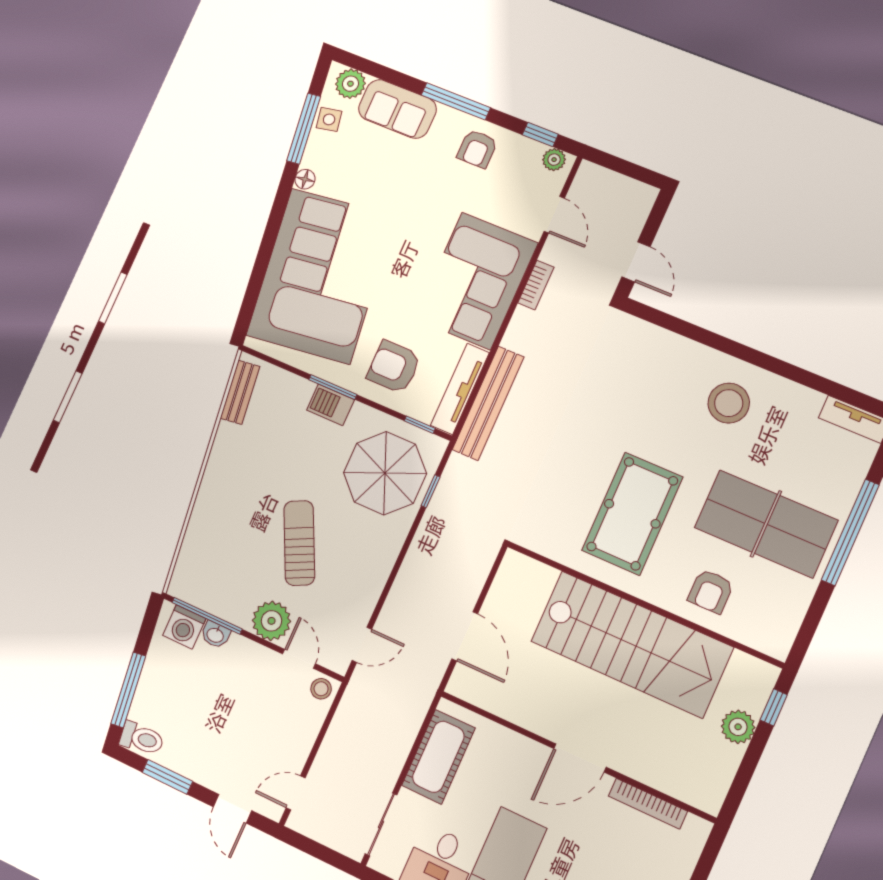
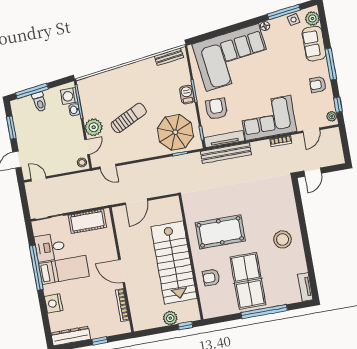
toilet: (142, 738) -> (39, 102), moved

